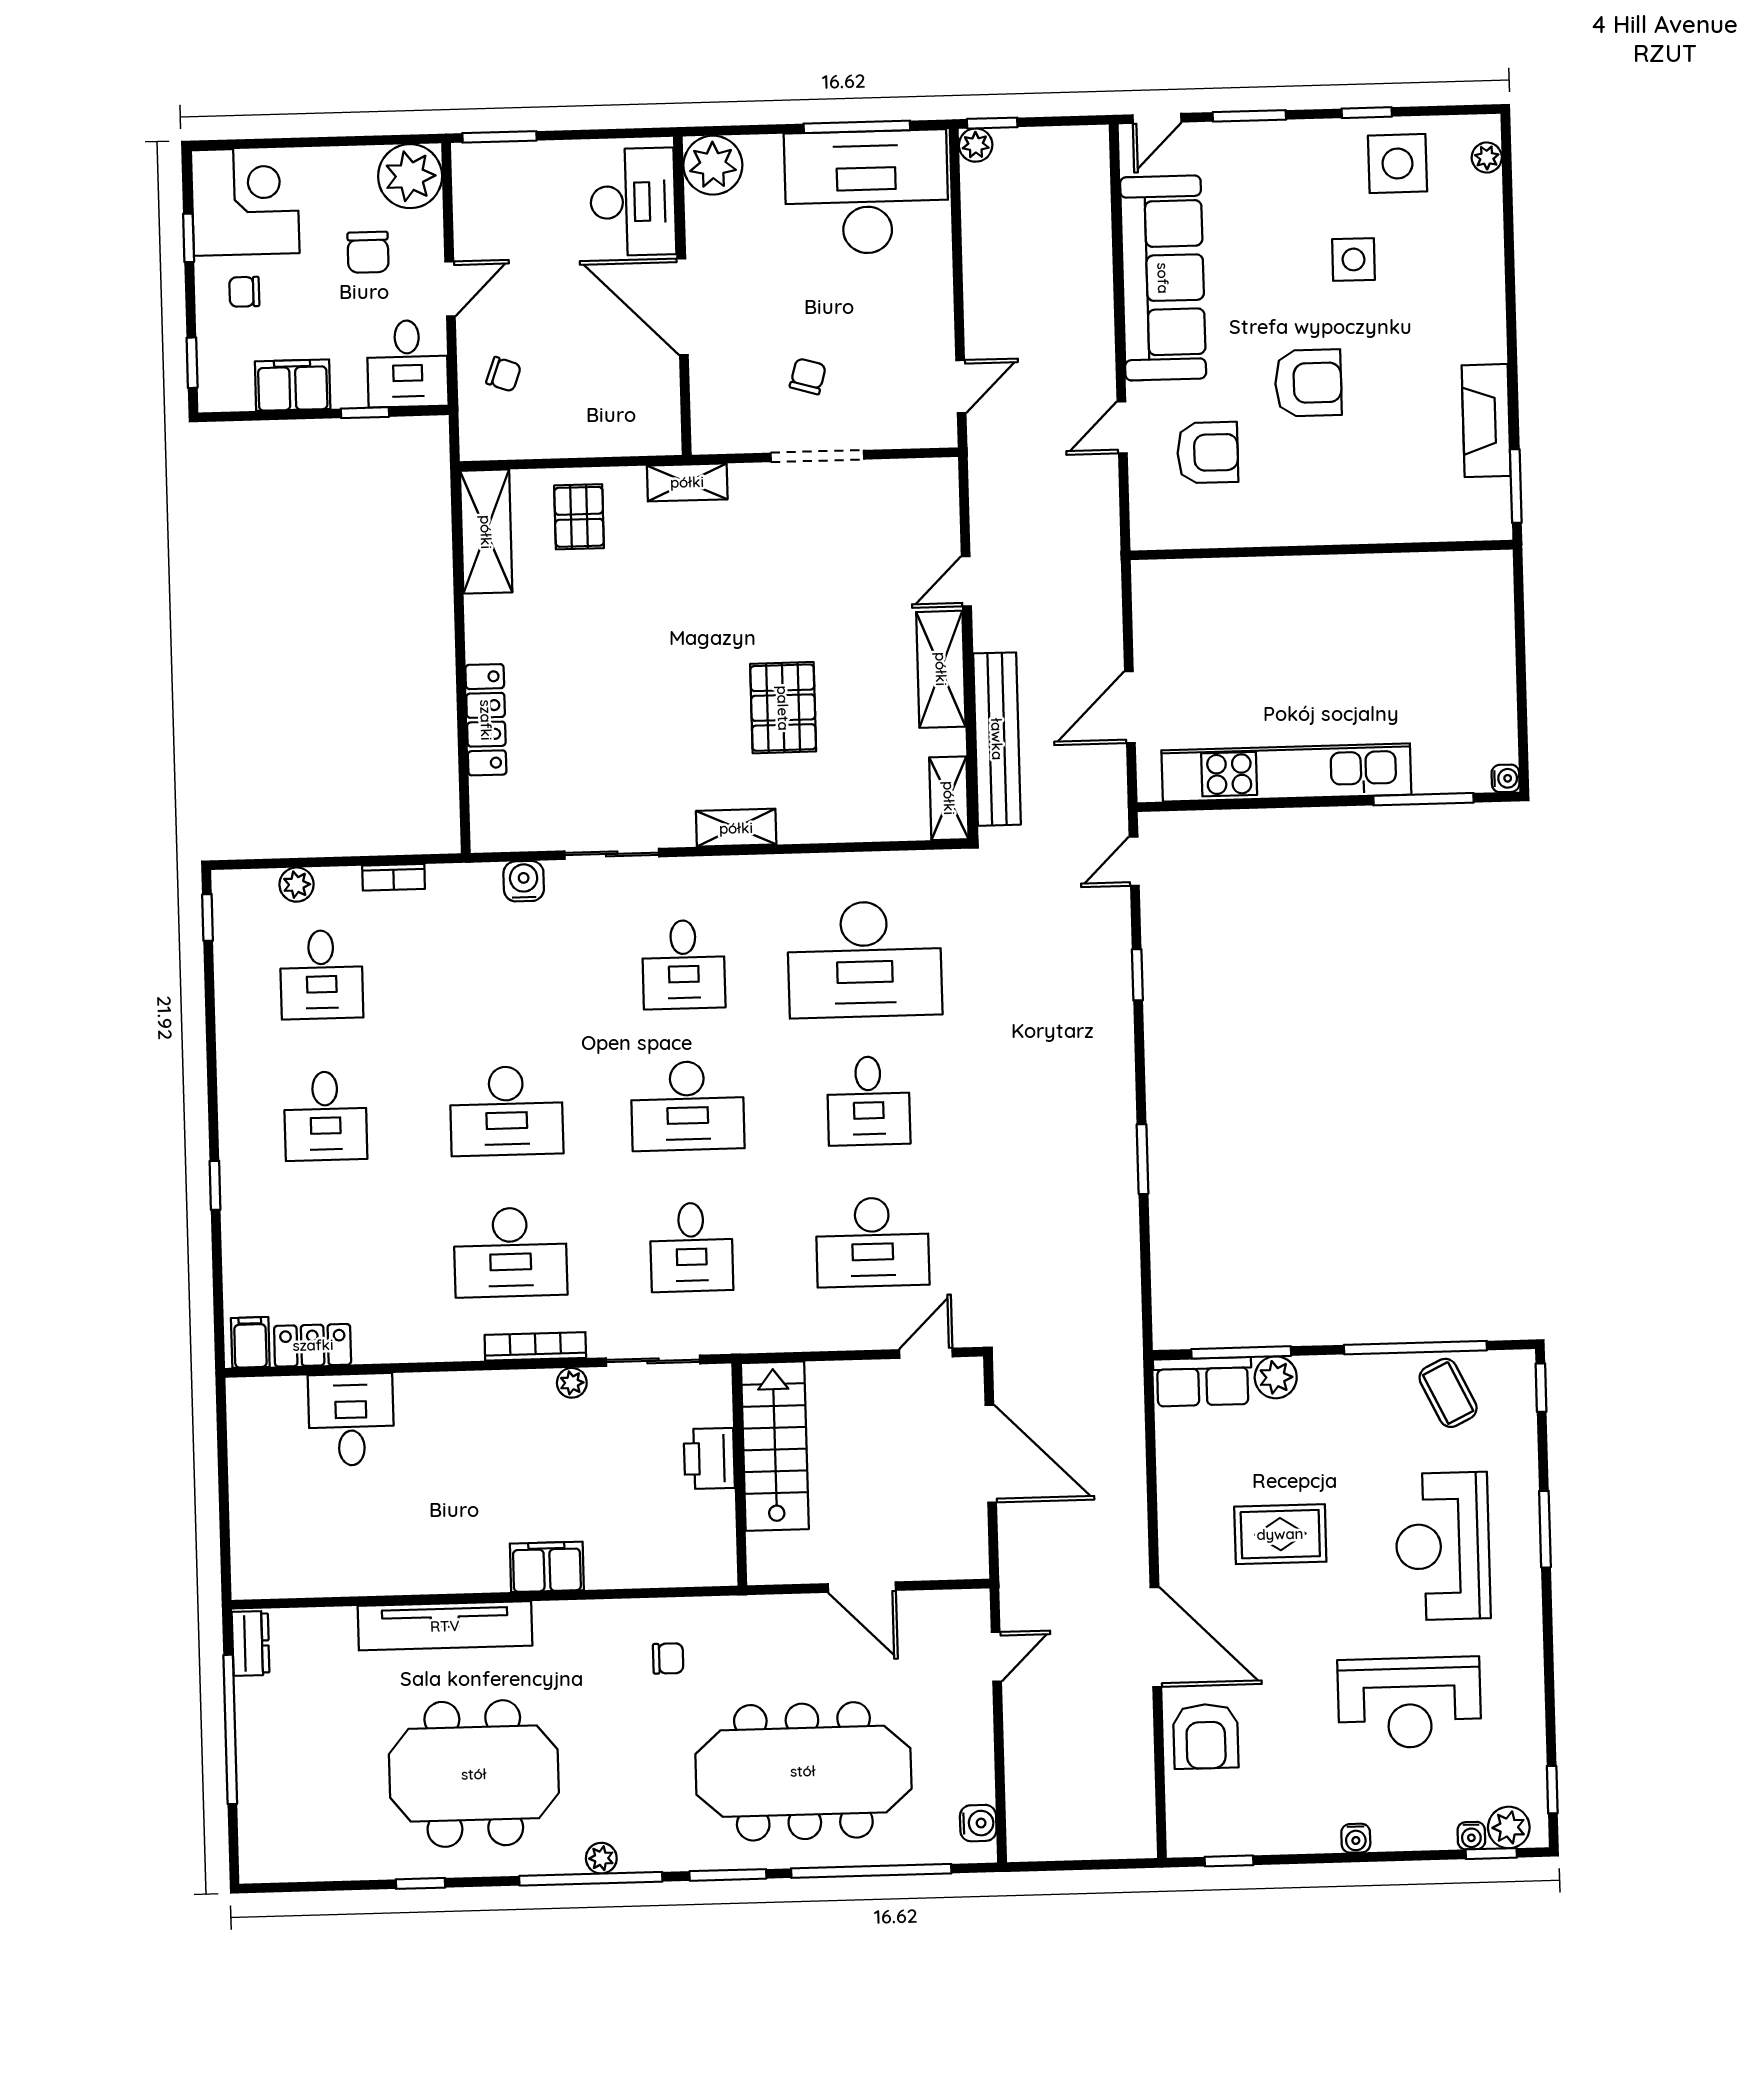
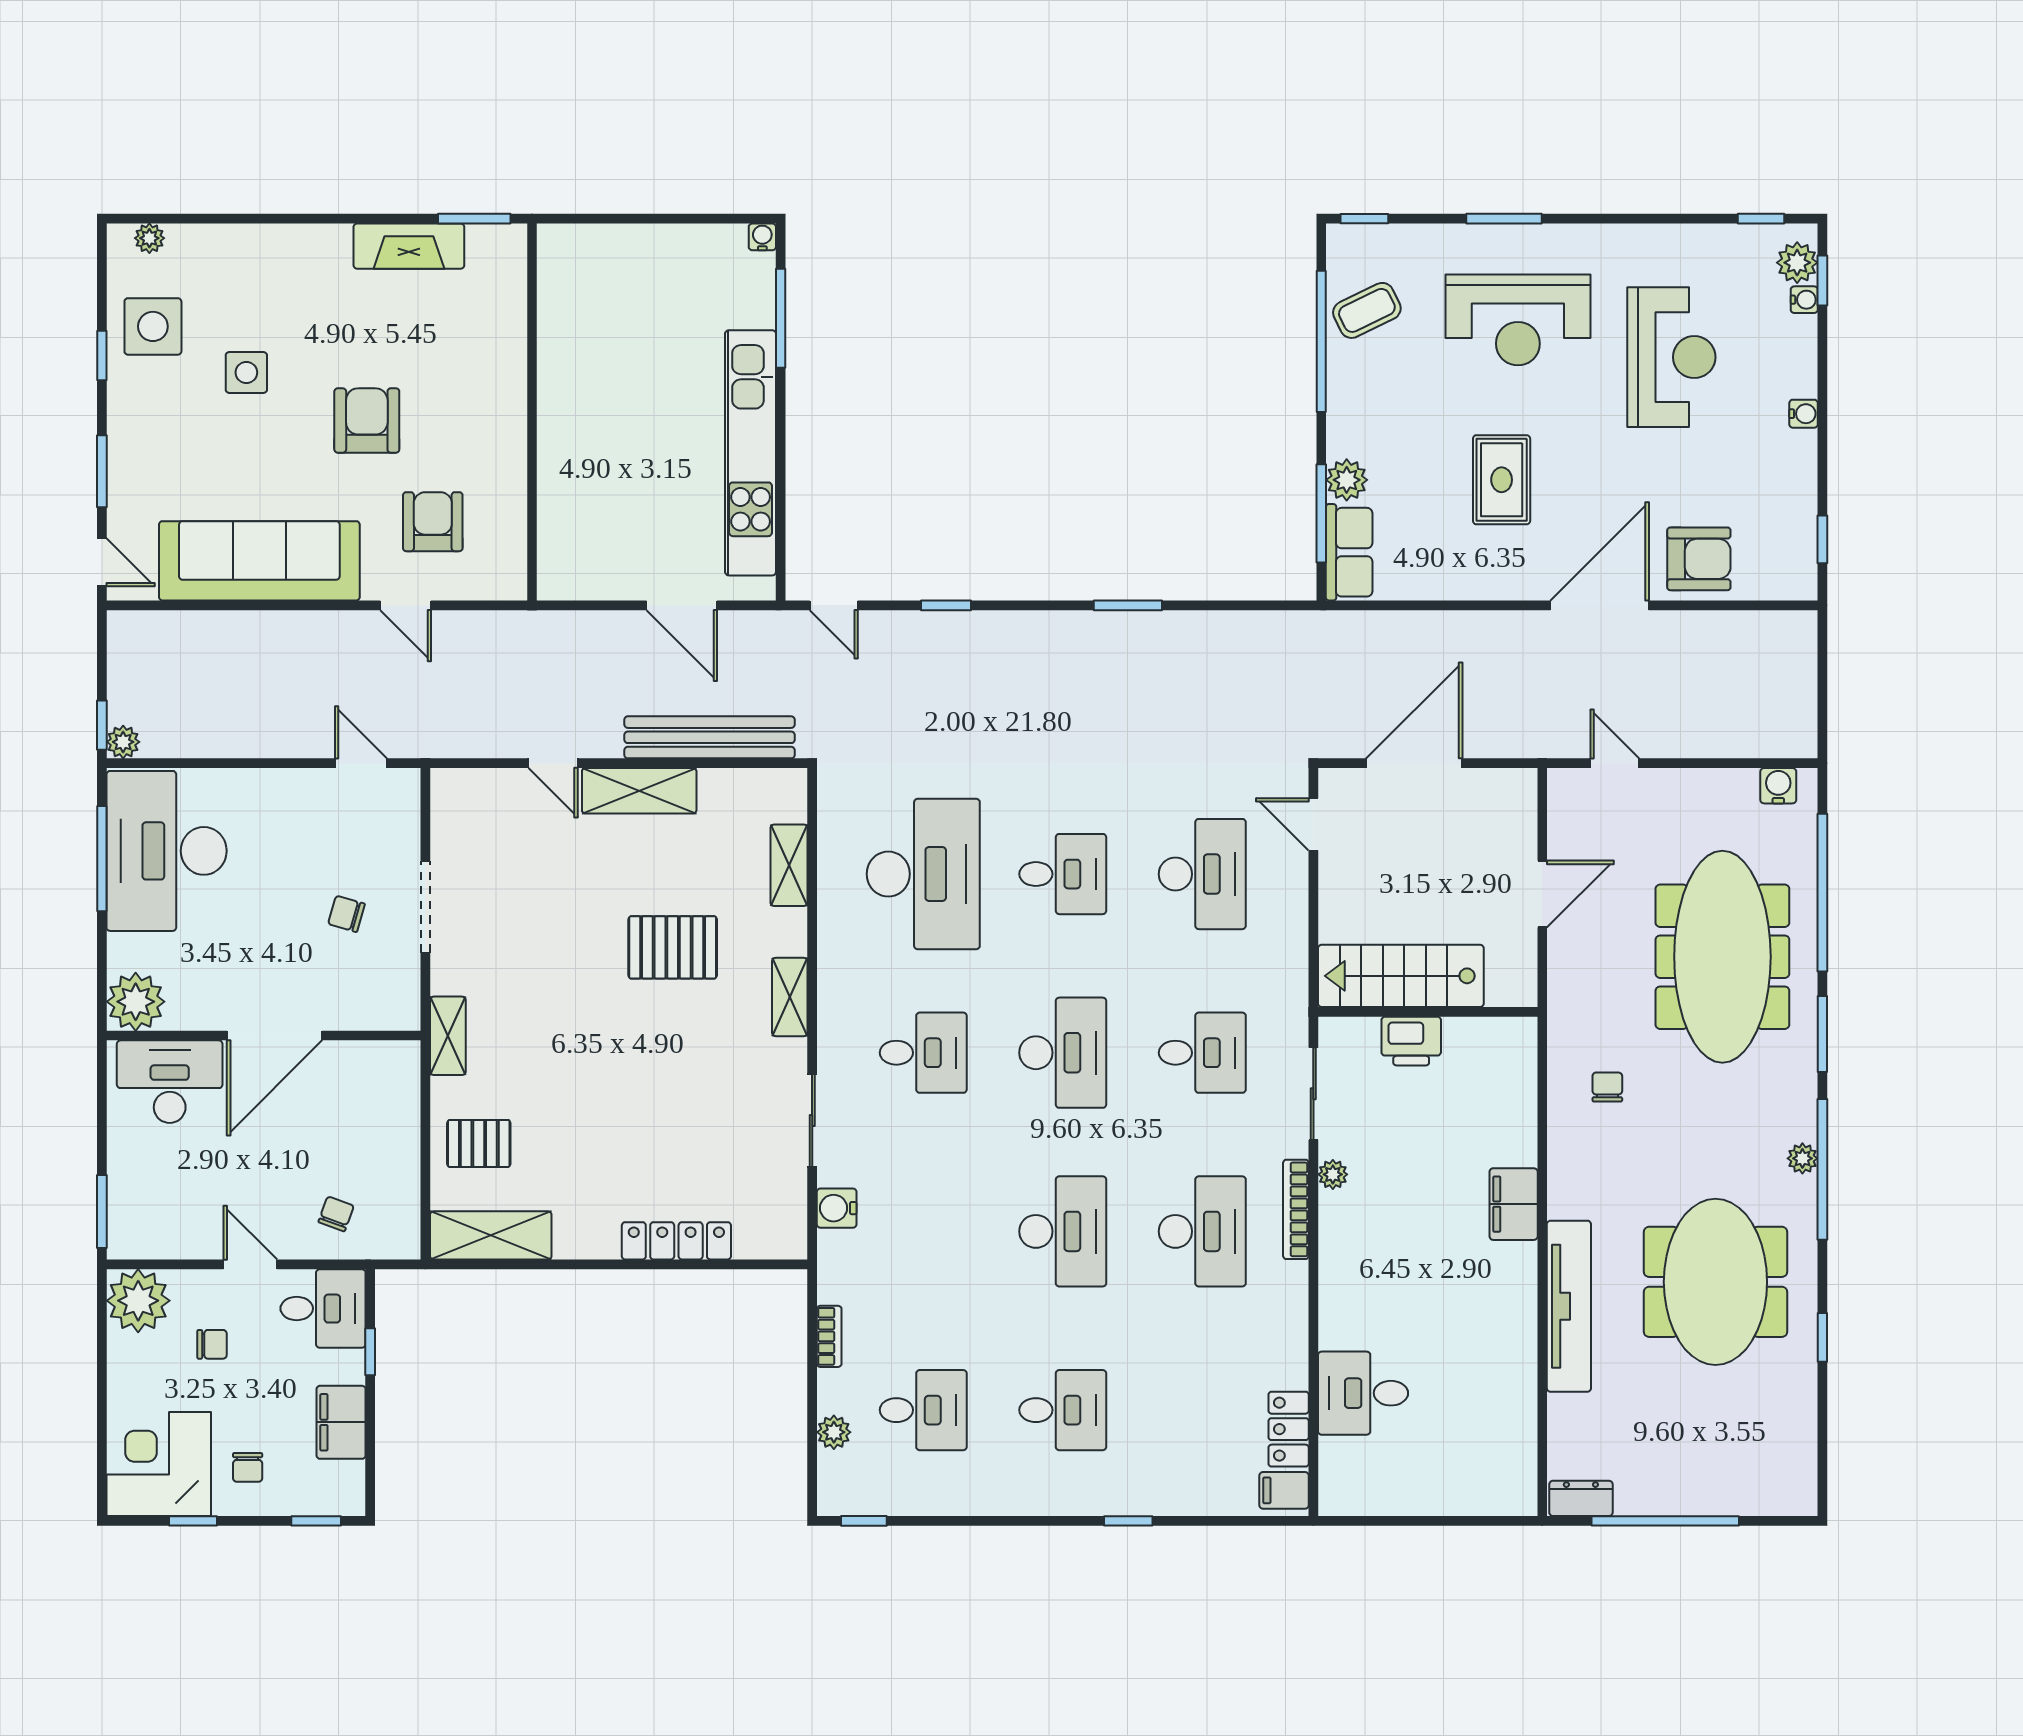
chair: (368, 252) -> (212, 1344), width x0.73, depth x0.73
shelving: (949, 798) -> (789, 865), moved, turned 90

